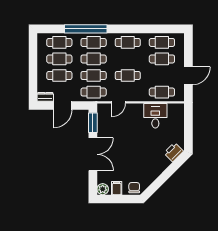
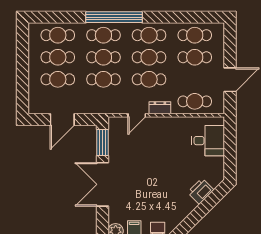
window: (86, 29) -> (114, 17), moved
cafe table: (94, 92) -> (149, 57), moved
dresser: (45, 97) -> (160, 108), moved
desk: (155, 116) -> (208, 141), moved, turned 90
printer: (174, 152) -> (201, 191), moved
double door: (93, 154) -> (102, 184), swing flipped

